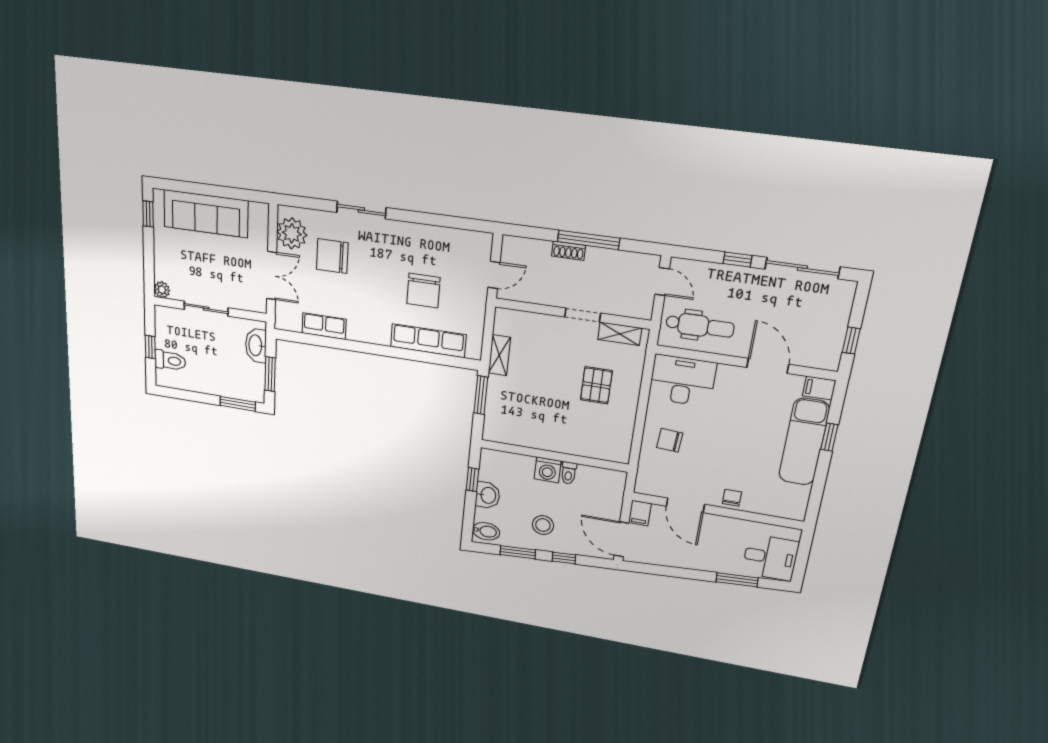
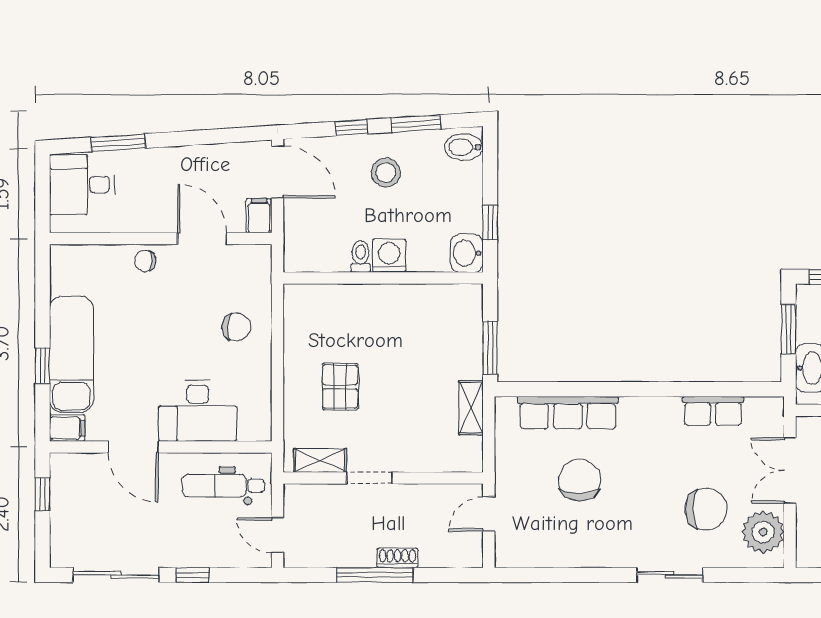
desk: (682, 381) -> (198, 411), moved
washbasin: (488, 495) -> (467, 253), moved
chair: (732, 498) -> (145, 261), turned 90

